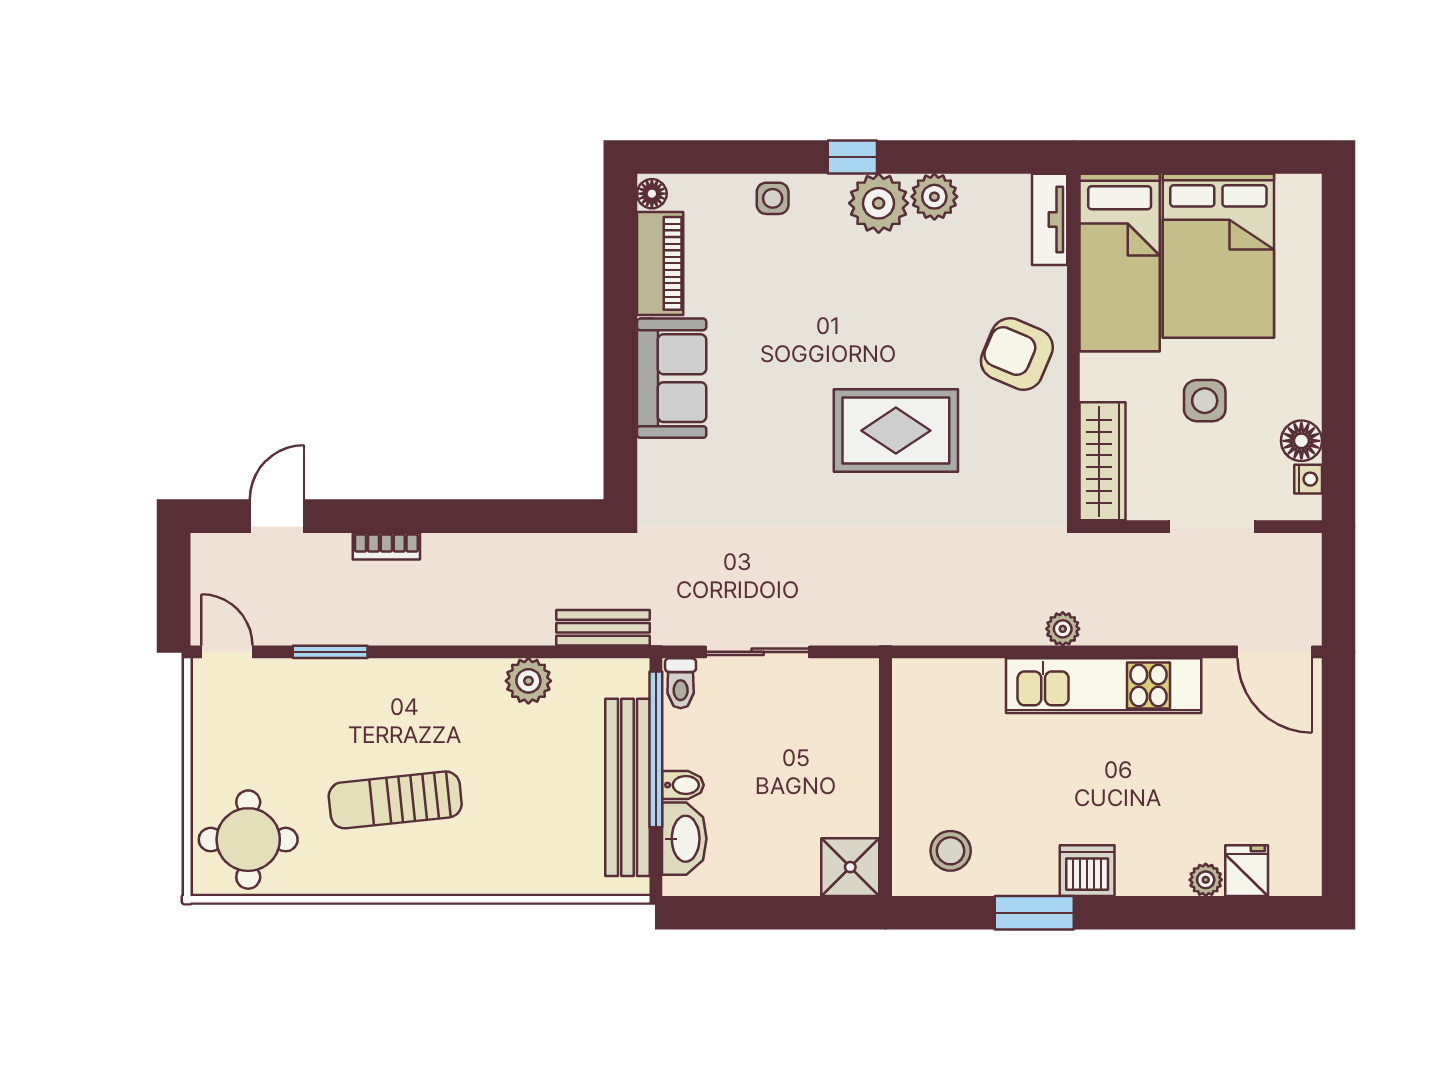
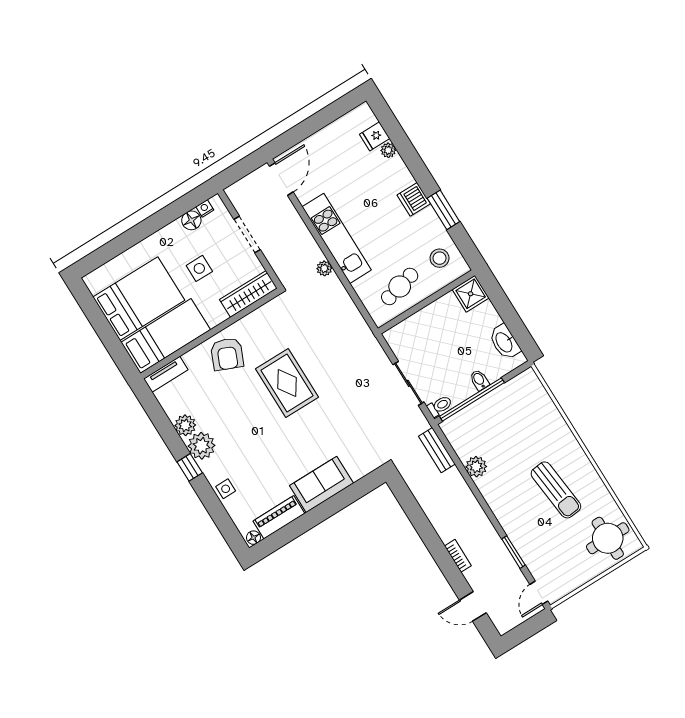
cafe table: (944, 746) -> (400, 286), added
bench: (627, 787) -> (494, 401), removed
washbasin: (684, 839) -> (504, 342), moved, turned -90

